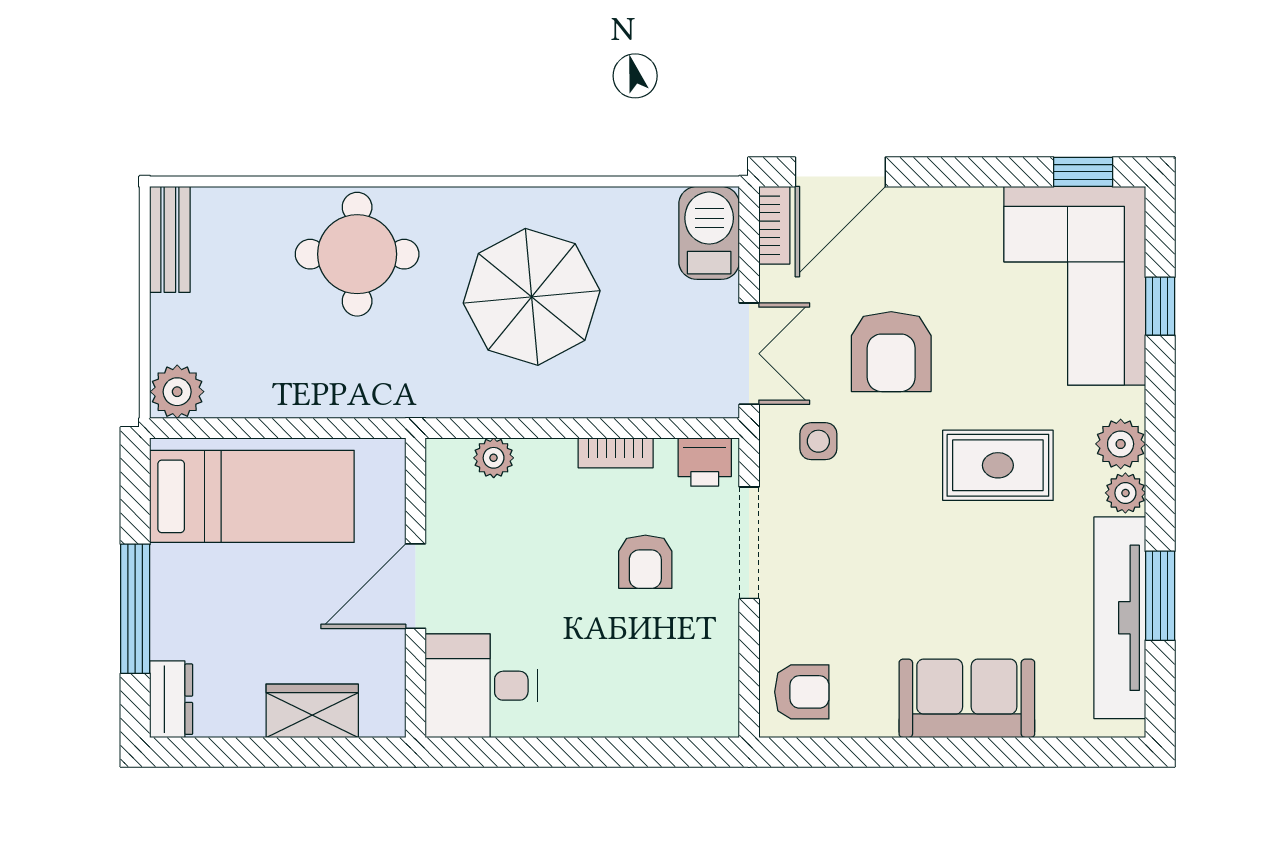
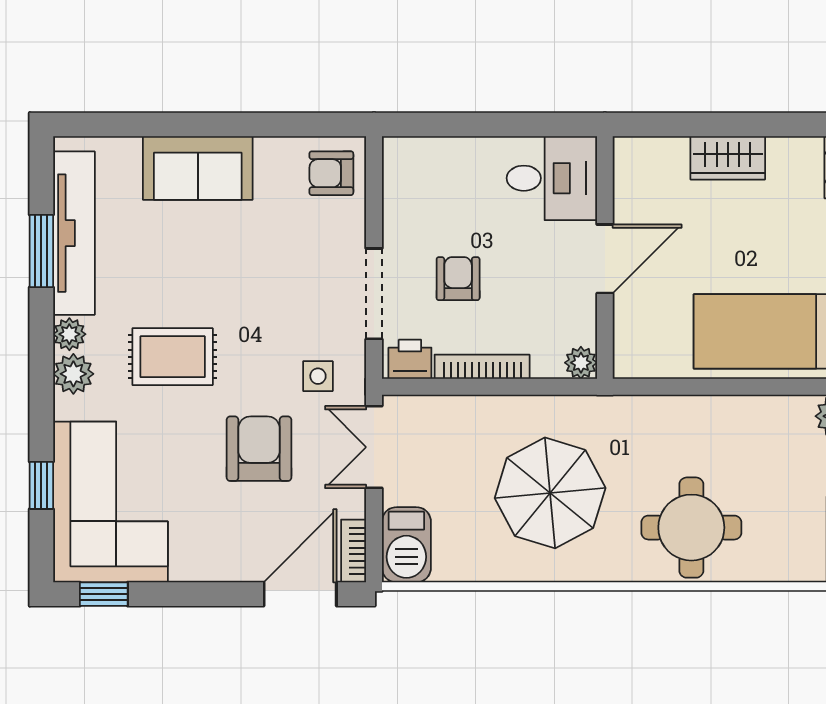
bookcase: (616, 453) -> (482, 367), width x1.56
door: (416, 586) -> (605, 259), moved
wall: (416, 588) -> (605, 258), moved
desk: (481, 686) -> (552, 178), moved

